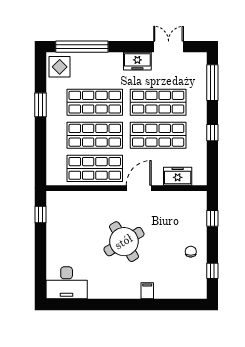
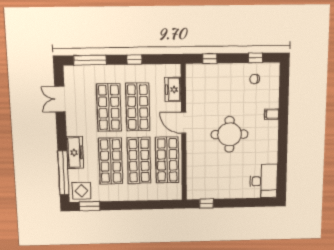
freezer: (137, 61) -> (75, 153), moved, width x1.40
window: (40, 105) -> (89, 206), moved
round table: (124, 242) -> (229, 134), turned 31
chair: (191, 252) -> (255, 79), moved

